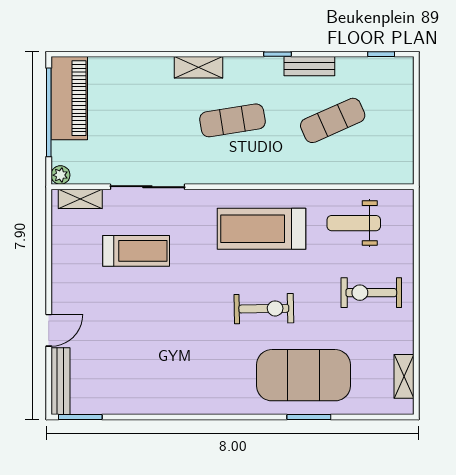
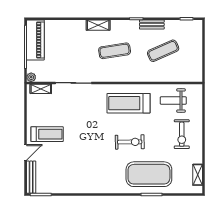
treadmill: (136, 251) -> (47, 134), moved
exercise bike: (371, 293) -> (182, 134), turned -90

